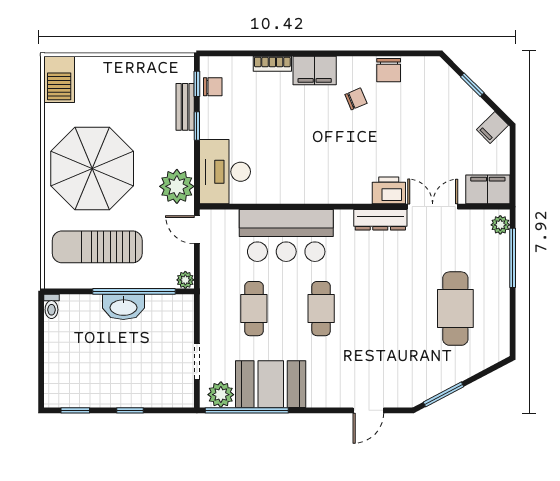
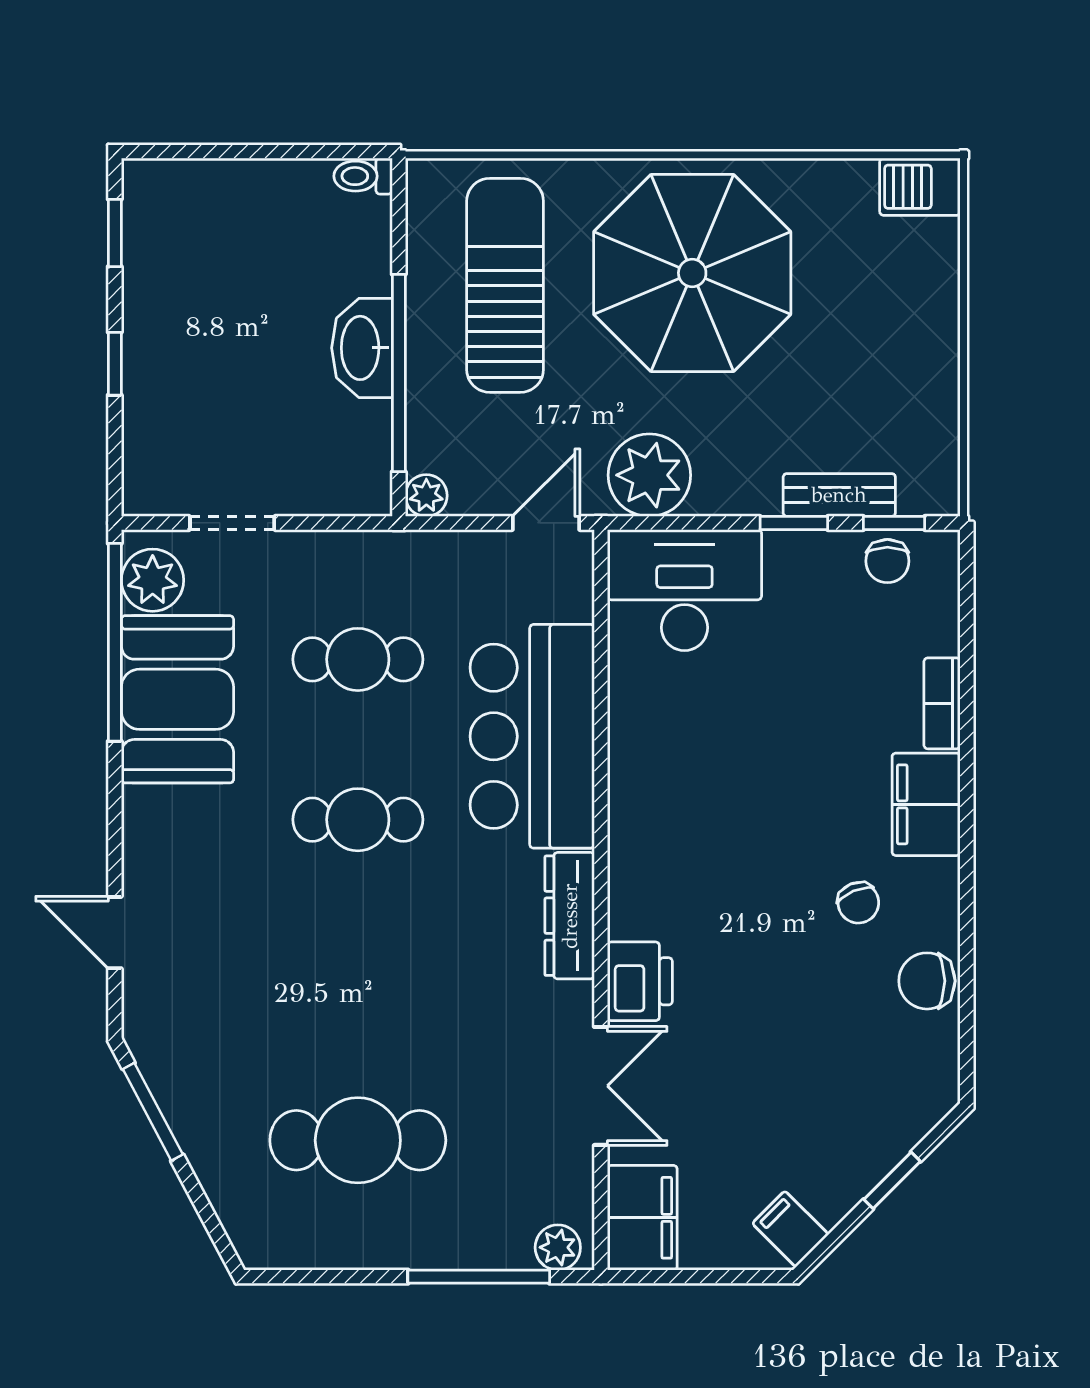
barbecue: (59, 79) -> (920, 187), width x0.73, depth x0.79
dresser: (380, 220) -> (570, 916), moved

